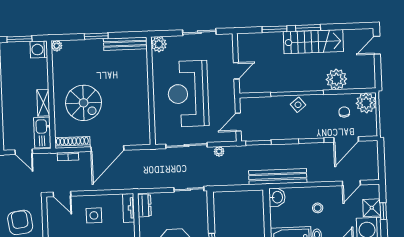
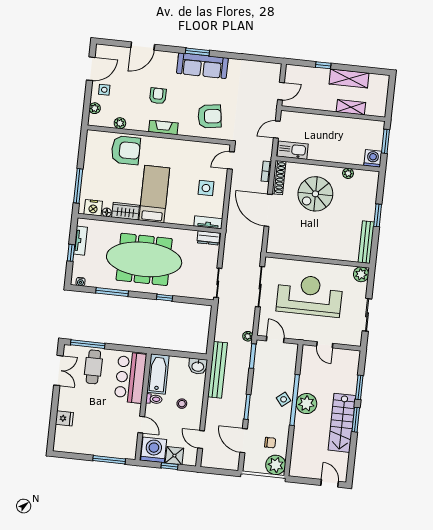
plant: (57, 46) -> (348, 173), moved
plant: (336, 79) -> (306, 404), moved
shelving: (43, 103) -> (321, 155), removed
plant: (219, 151) -> (248, 336), moved

